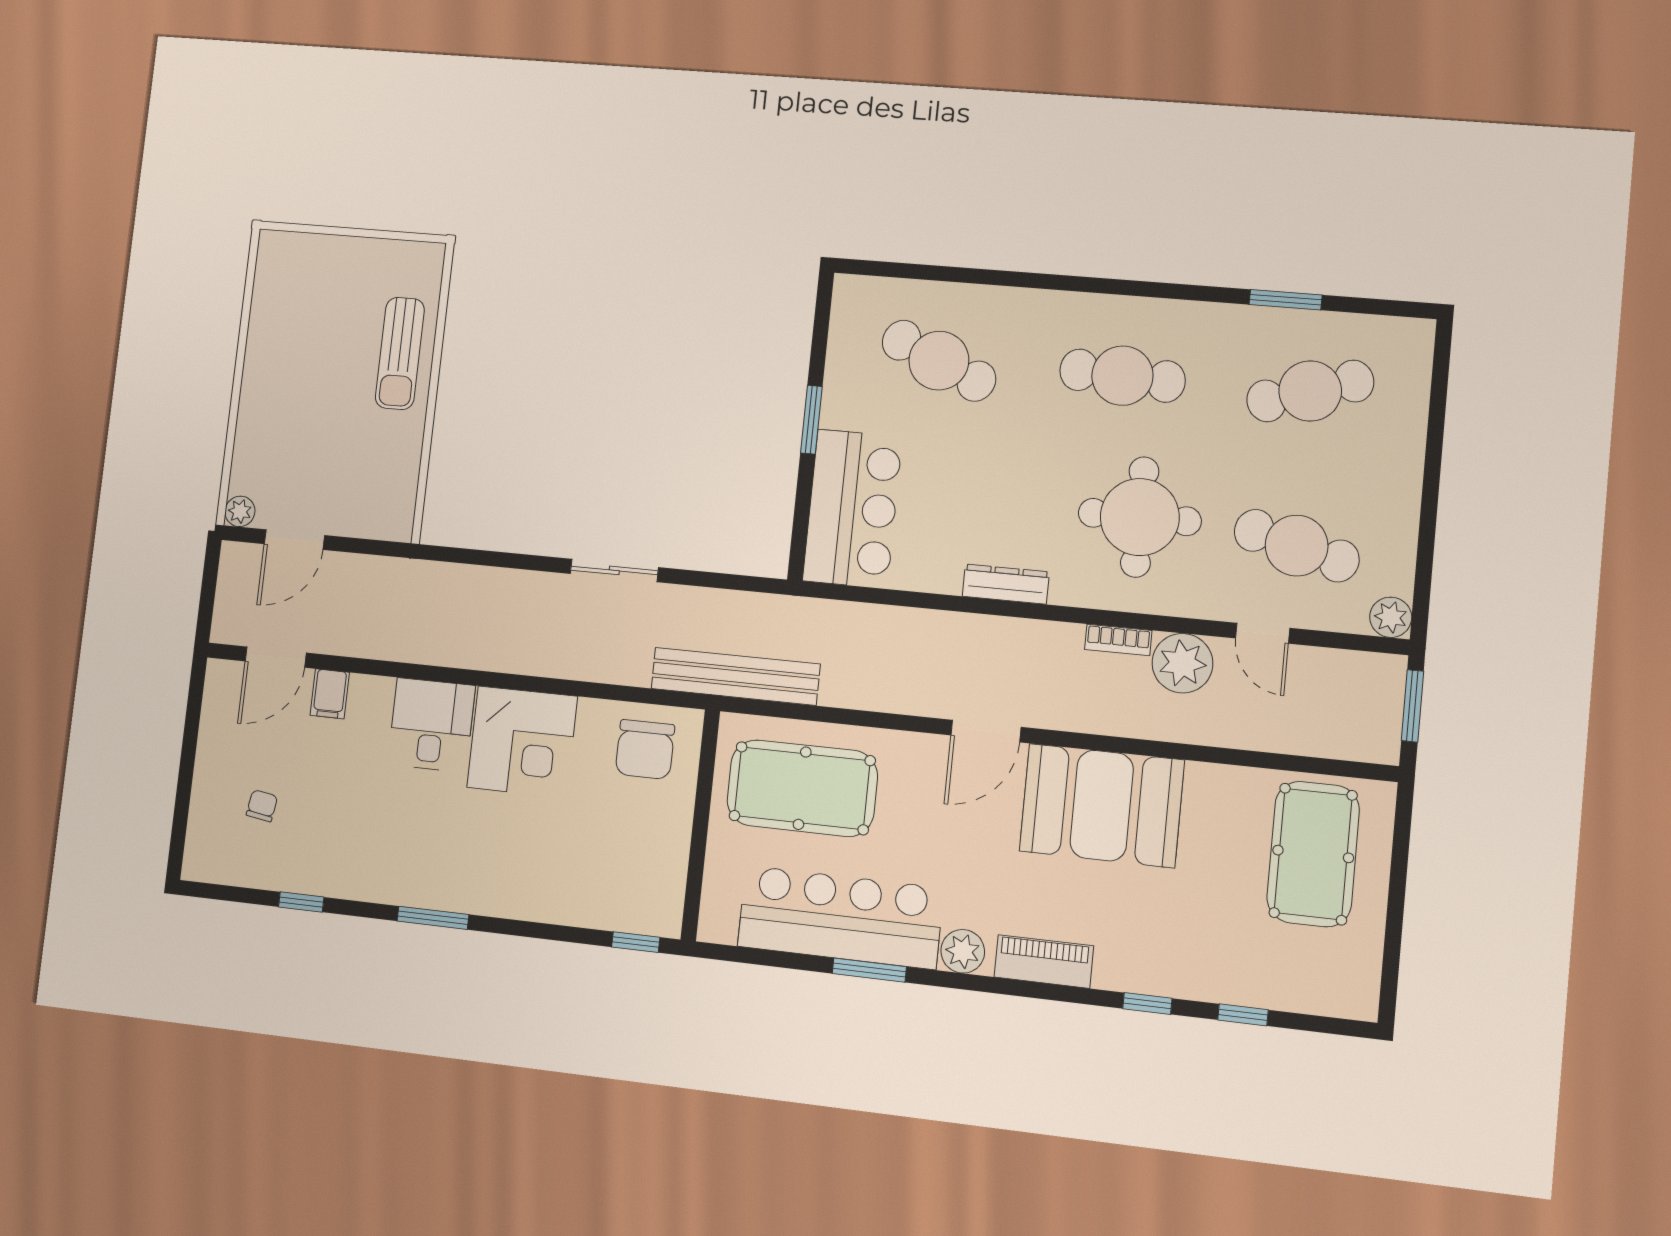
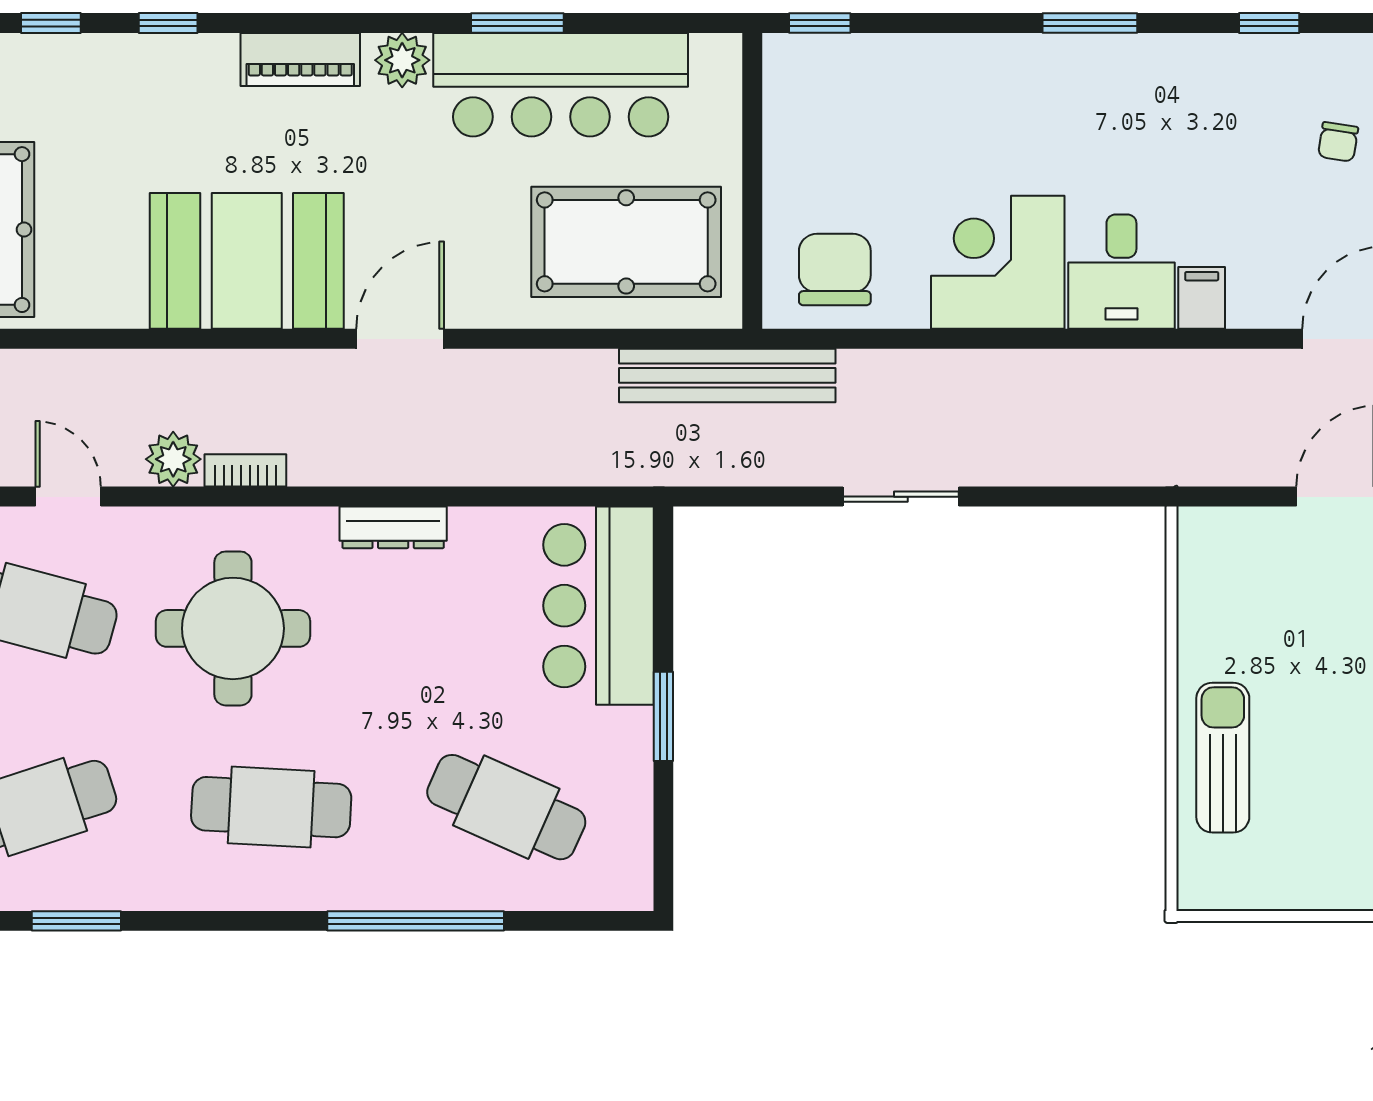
window: (1018, 279) -> (416, 921), added
plant: (1182, 663) -> (173, 459), width x0.73, depth x0.73
filing cabinet: (330, 694) -> (1202, 298), moved

